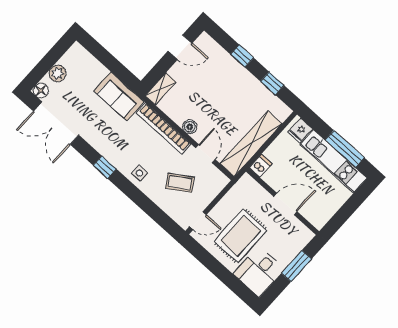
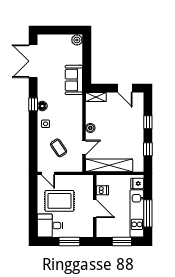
plant: (58, 73) -> (77, 40), moved
floor lamp: (41, 91) -> (42, 106), moved
bookcase: (163, 128) -> (78, 116), removed
dishwasher: (260, 166) -> (102, 190), moved
window: (350, 207) -> (122, 241), added

